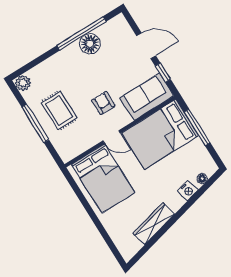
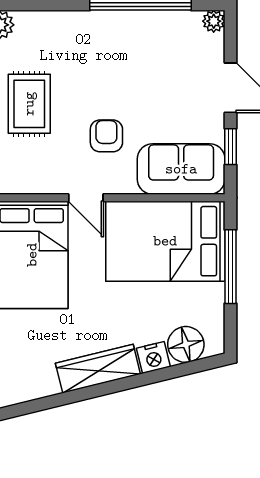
plant: (120, 20) -> (214, 21), added
floor lamp: (90, 44) -> (144, 29), removed
floor lamp: (202, 179) -> (186, 344), width x1.89, depth x1.89
wardrobe: (154, 224) -> (98, 369), moved

